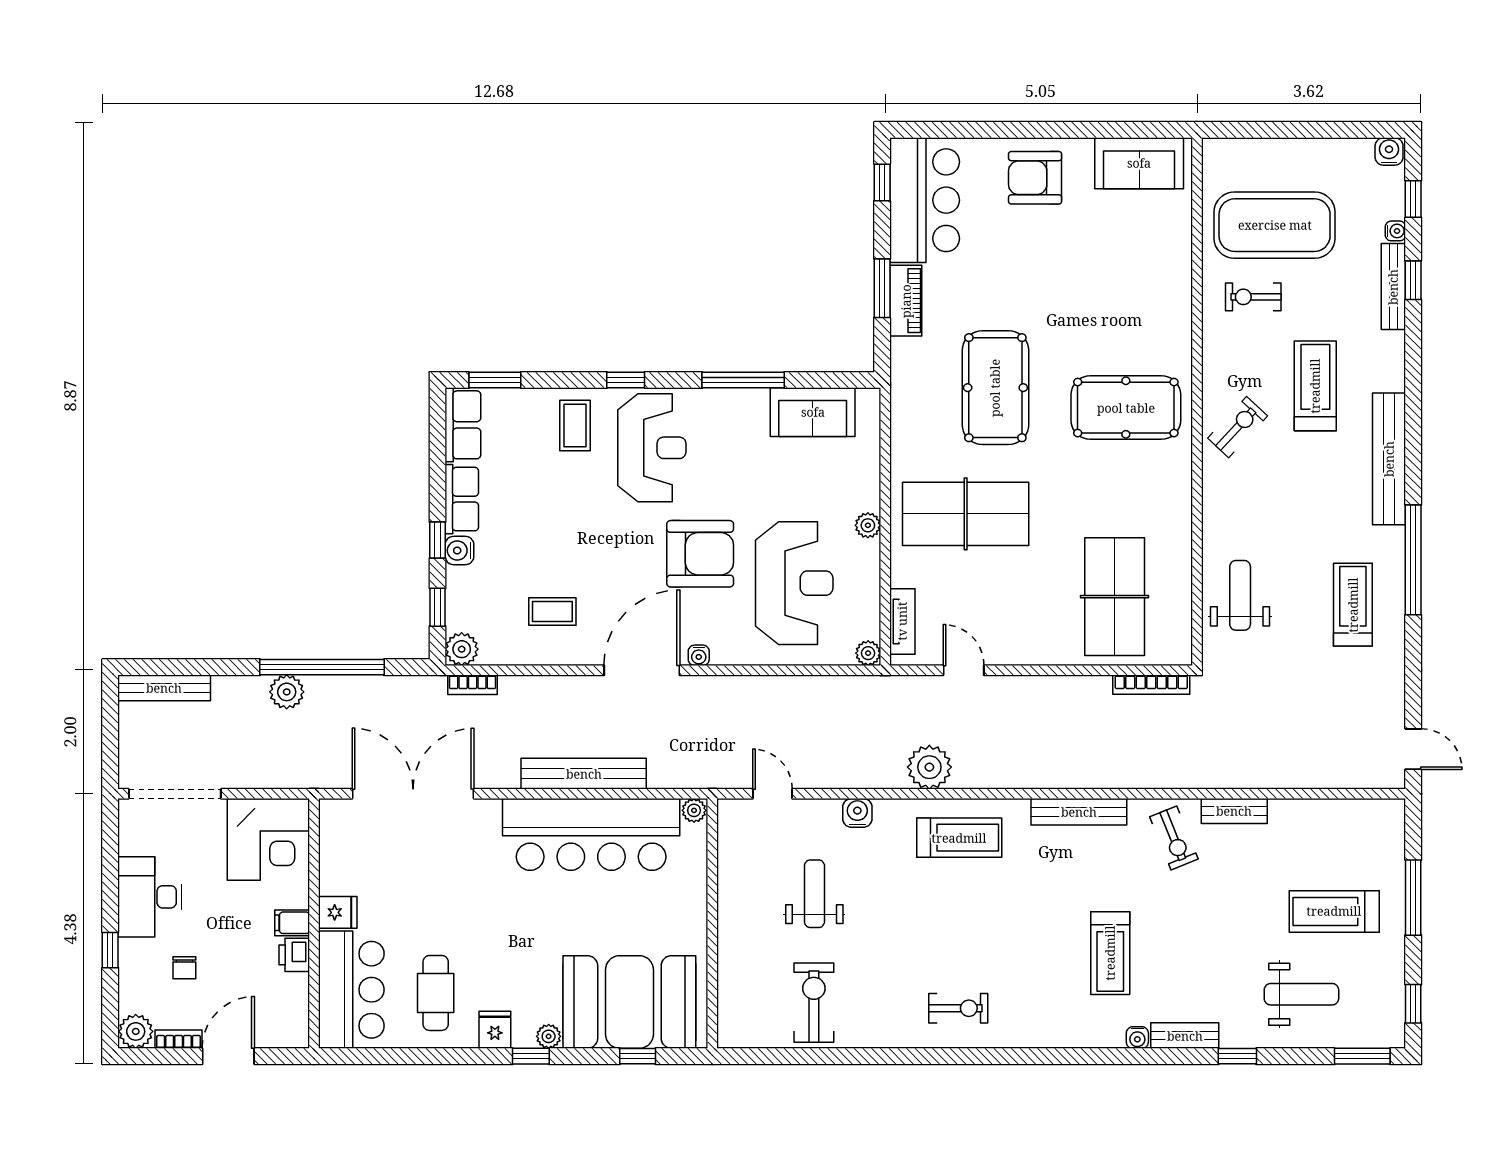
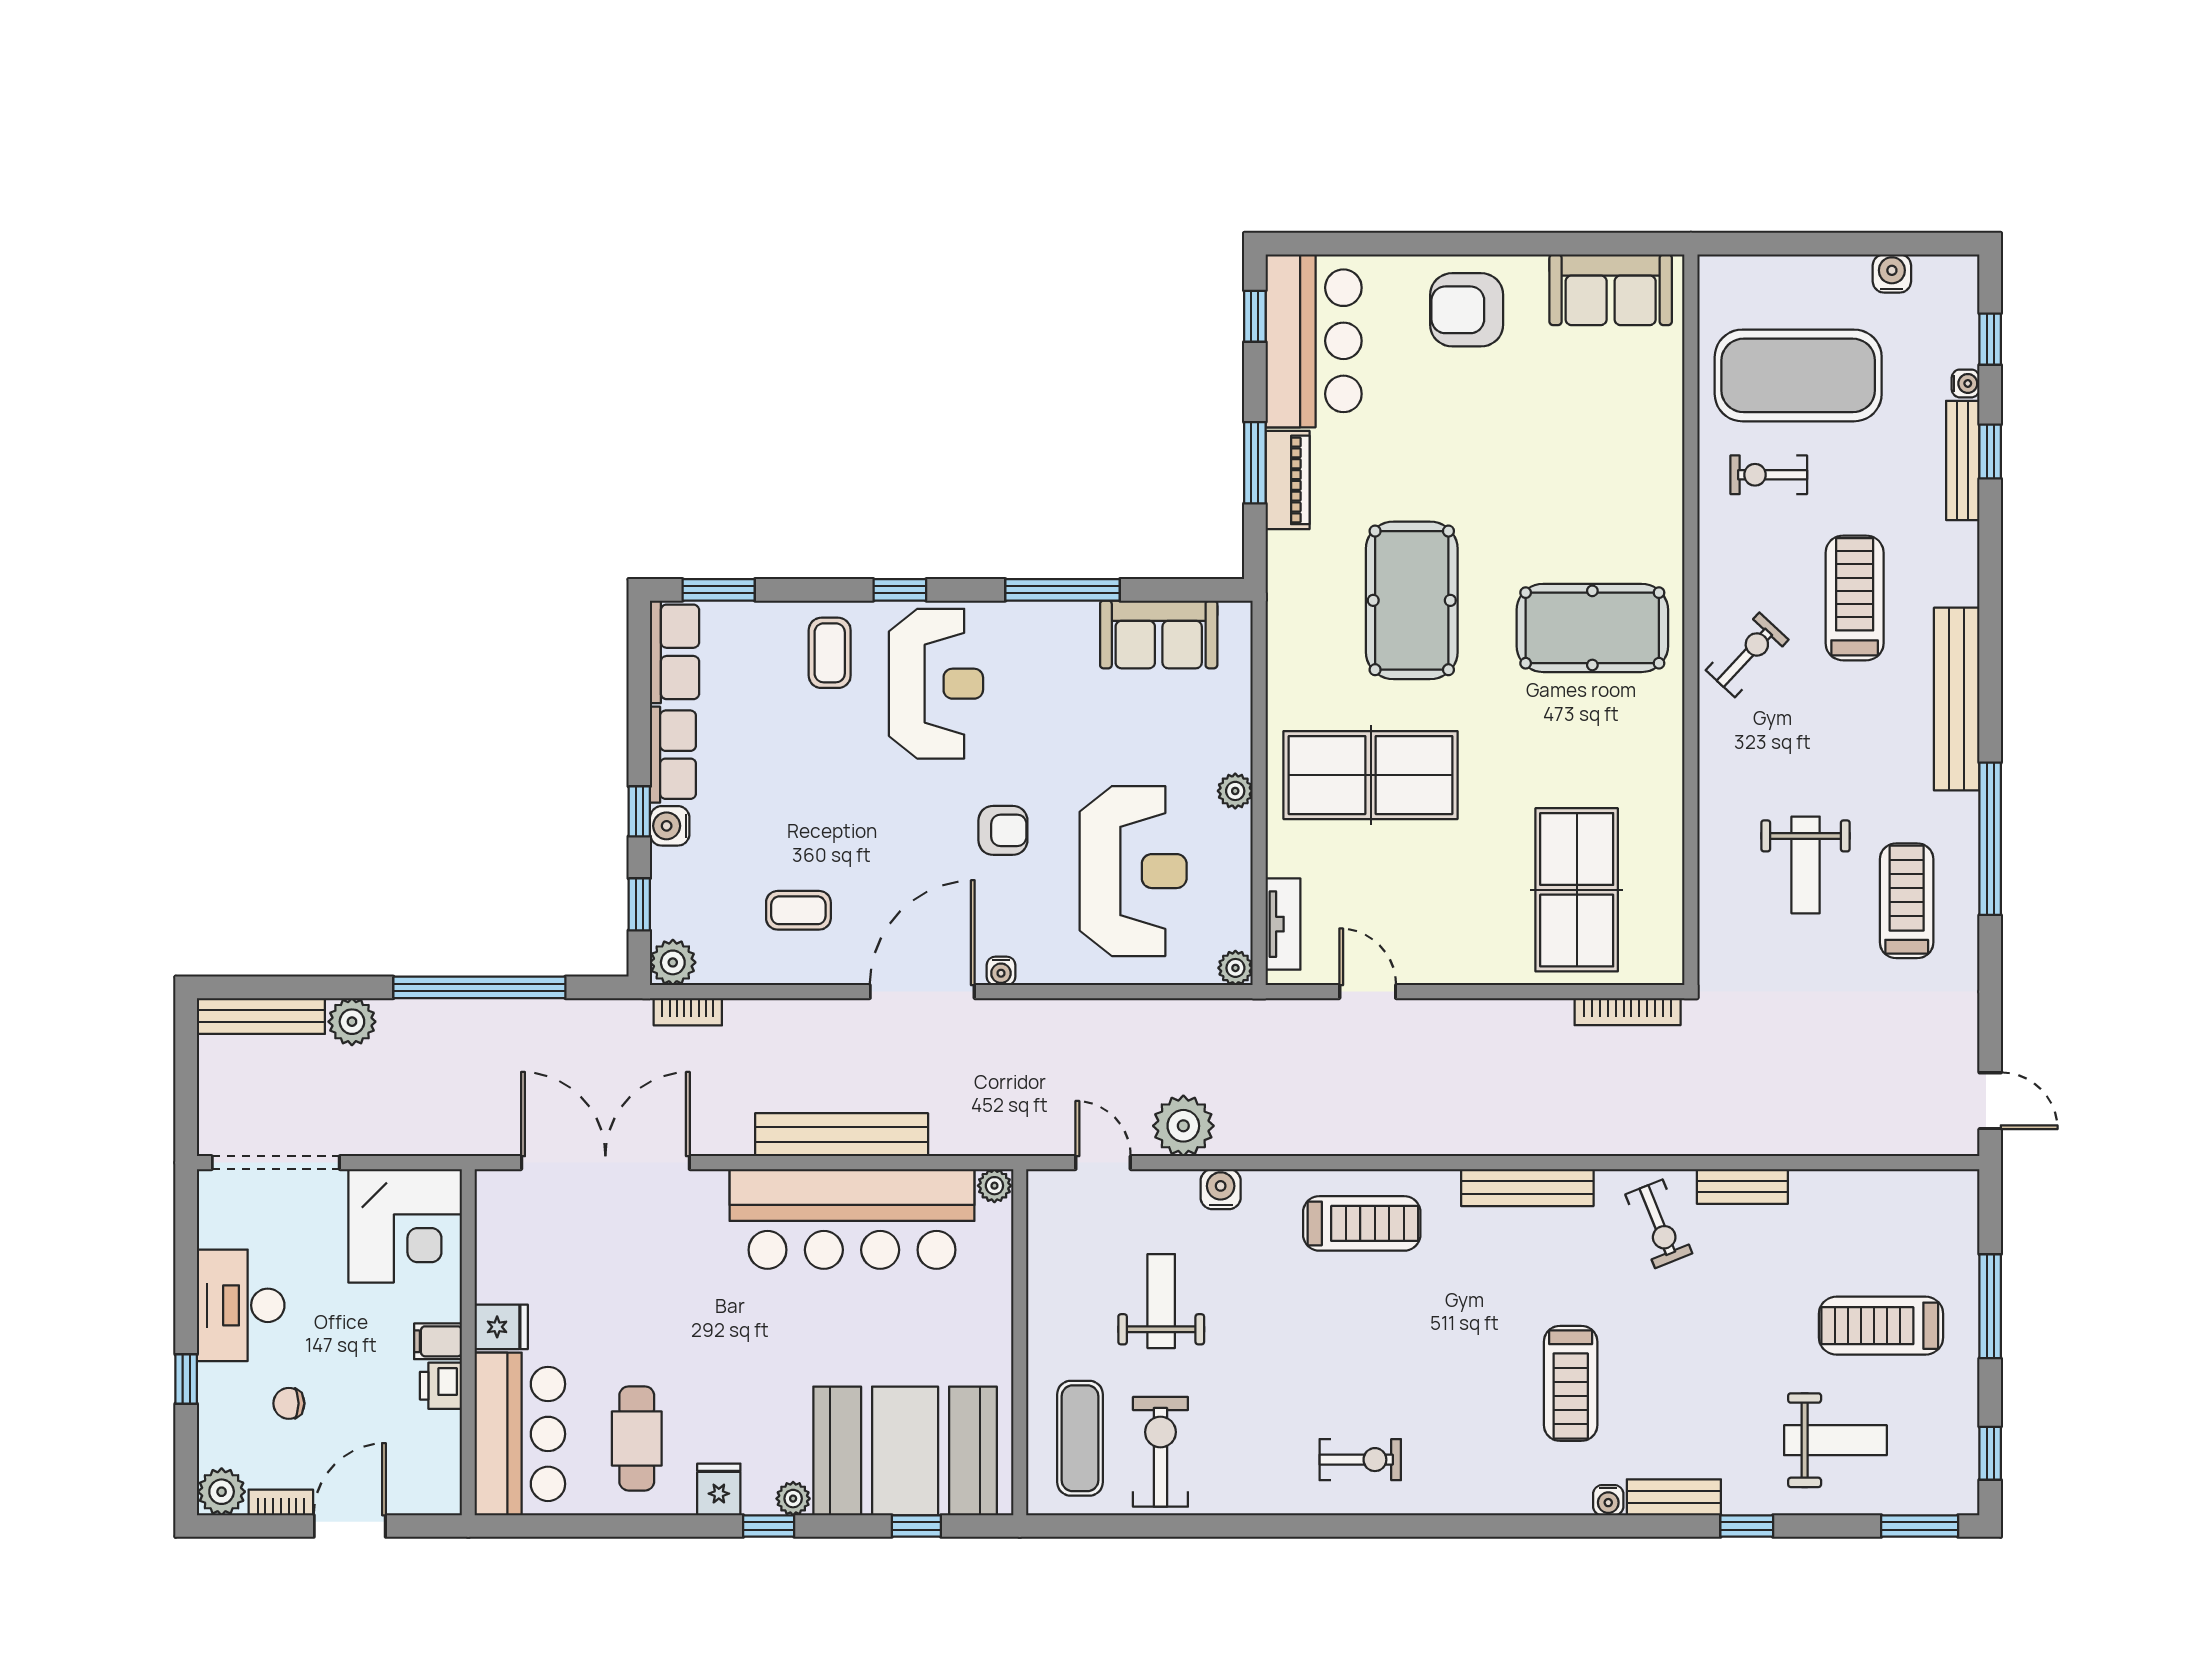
water cooler: (1389, 151) -> (1892, 273), moved
armchair: (700, 554) -> (1003, 830), width x0.53, depth x0.53
weight bench: (1240, 595) -> (1806, 865), moved, turned 180
plant: (287, 692) -> (352, 1022), moved
plant: (929, 767) -> (1183, 1126), moved
chair: (184, 968) -> (289, 1403), turned 90
exercise mat: (756, 993) -> (1080, 1438), added

